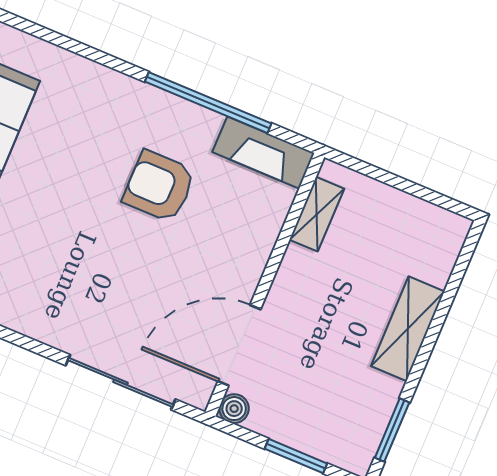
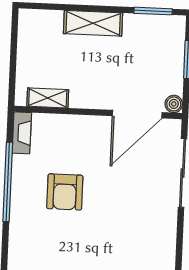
fireplace: (263, 153) -> (22, 133), width x0.73, depth x0.76
door: (239, 345) -> (137, 114), hinge flipped

